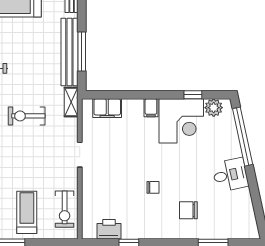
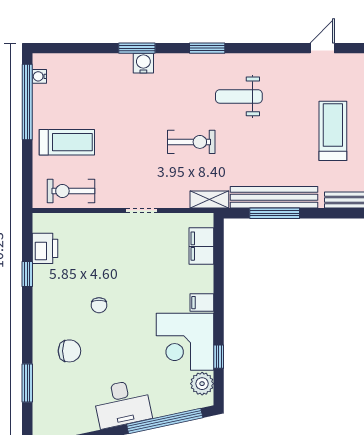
exercise bike: (27, 116) -> (191, 142), turned 90
desk: (230, 175) -> (122, 404), width x1.37
chair: (188, 210) -> (69, 351), turned 90

